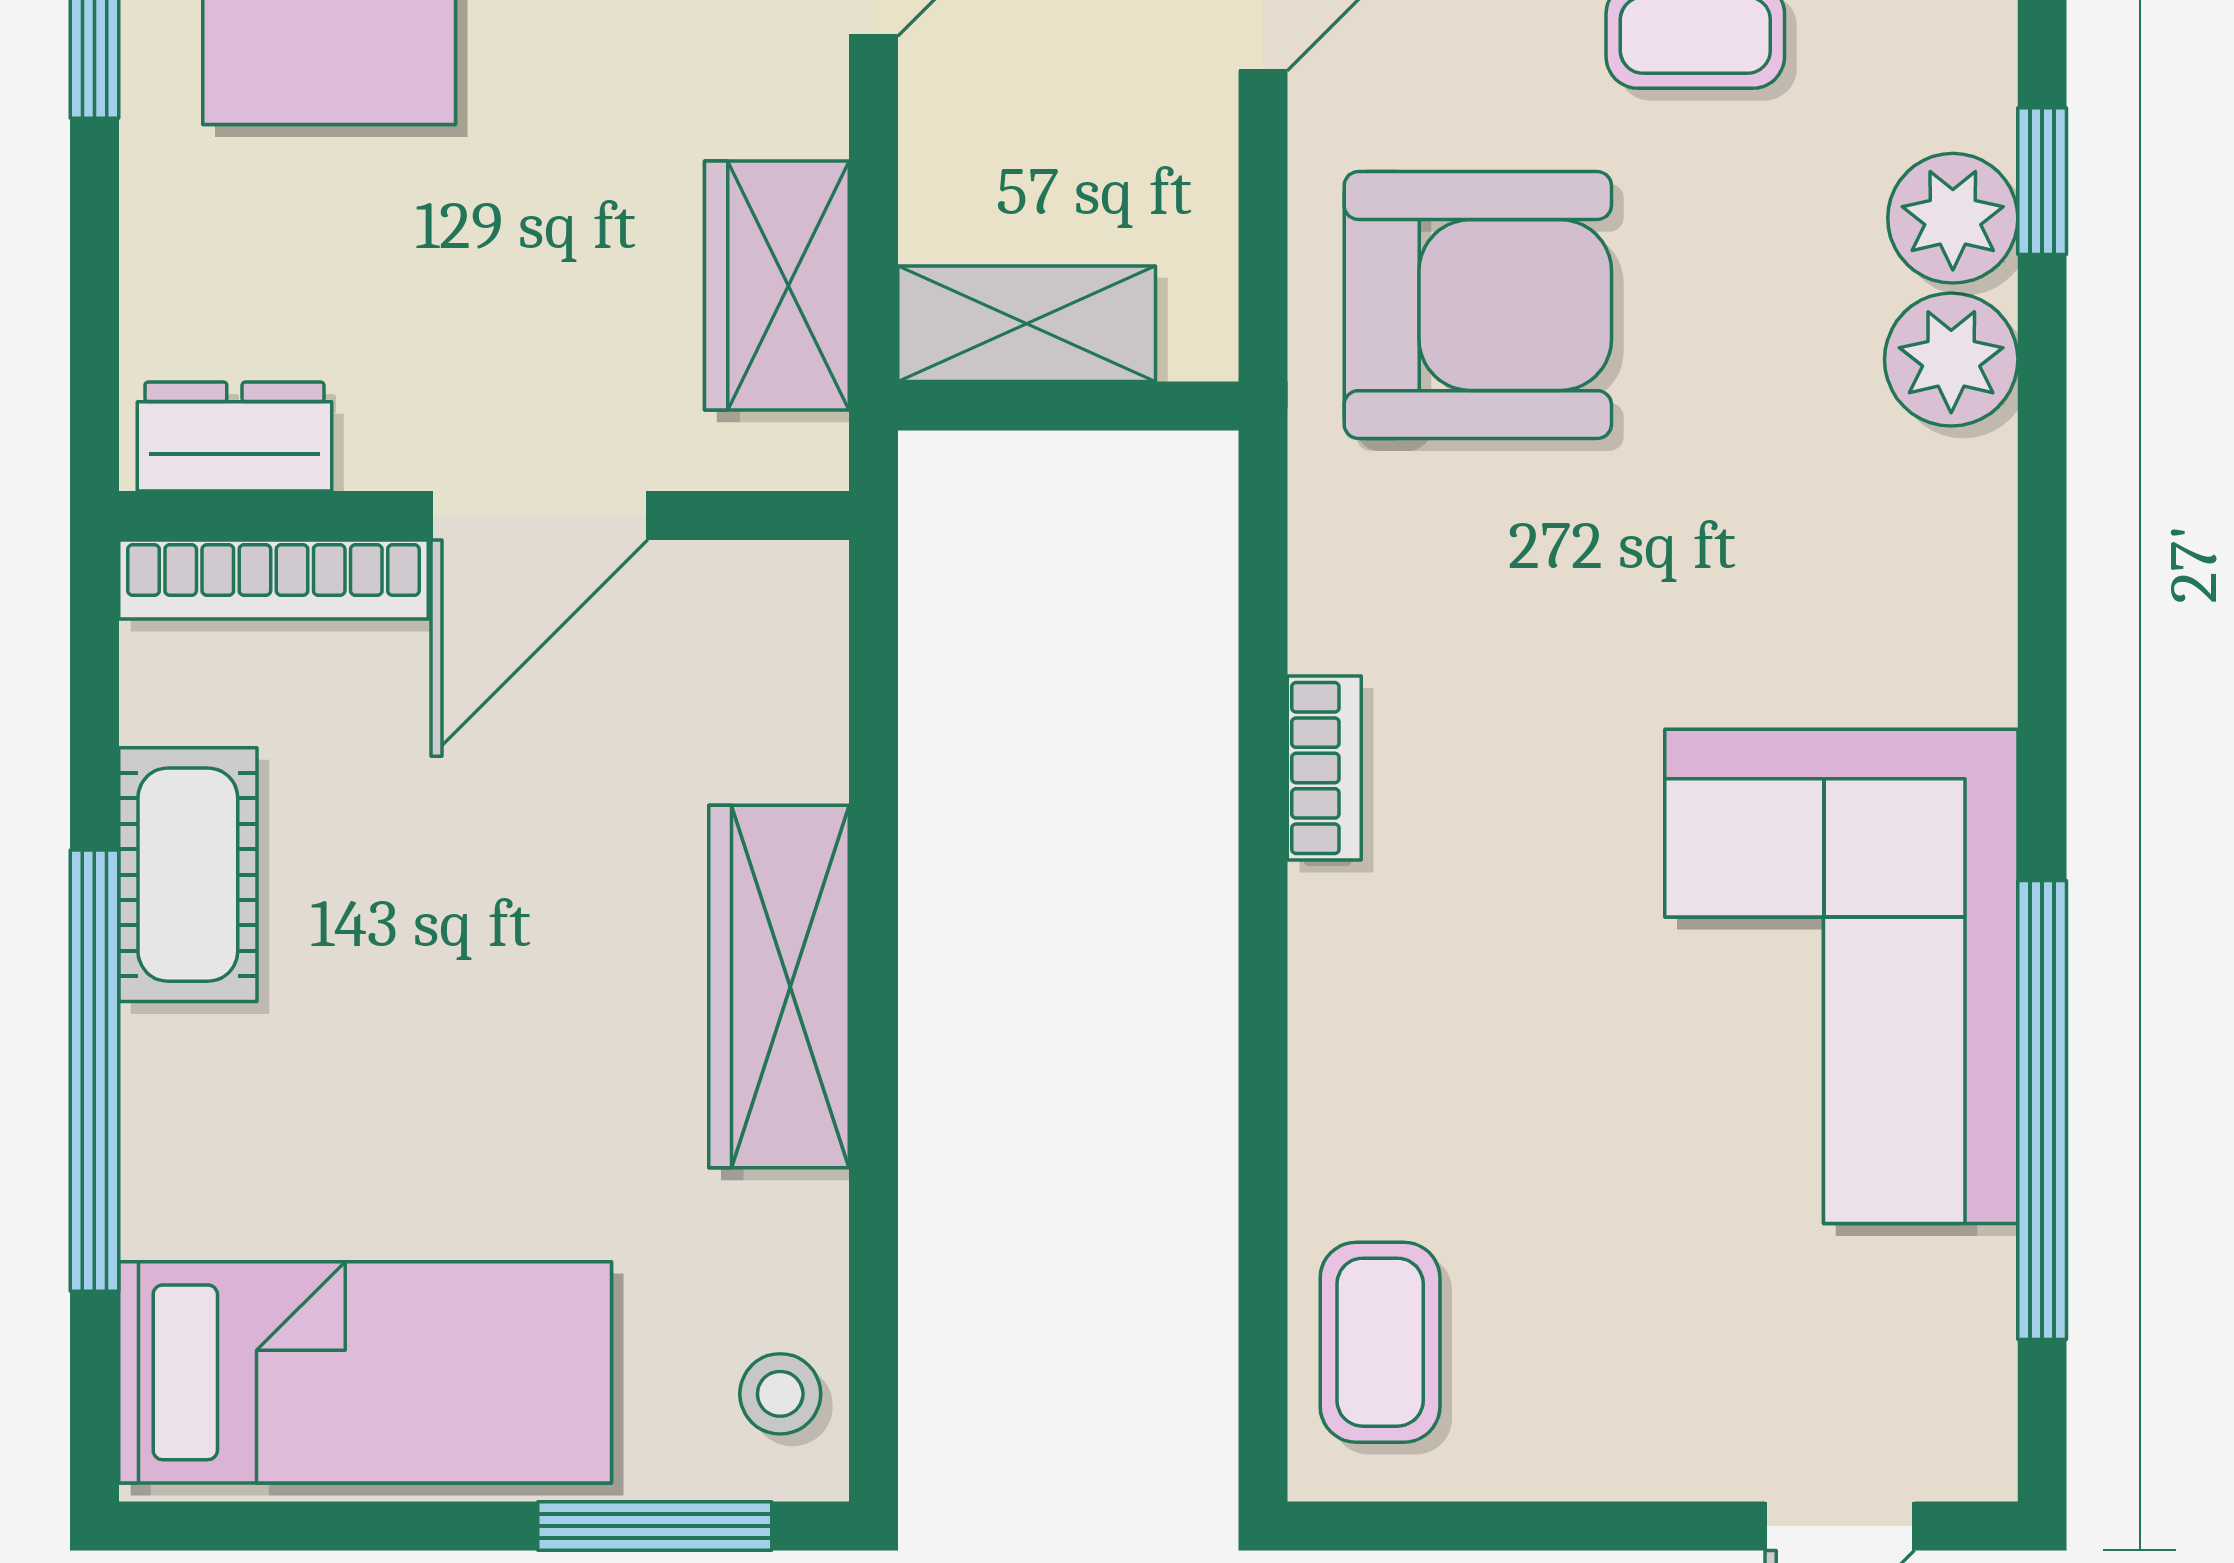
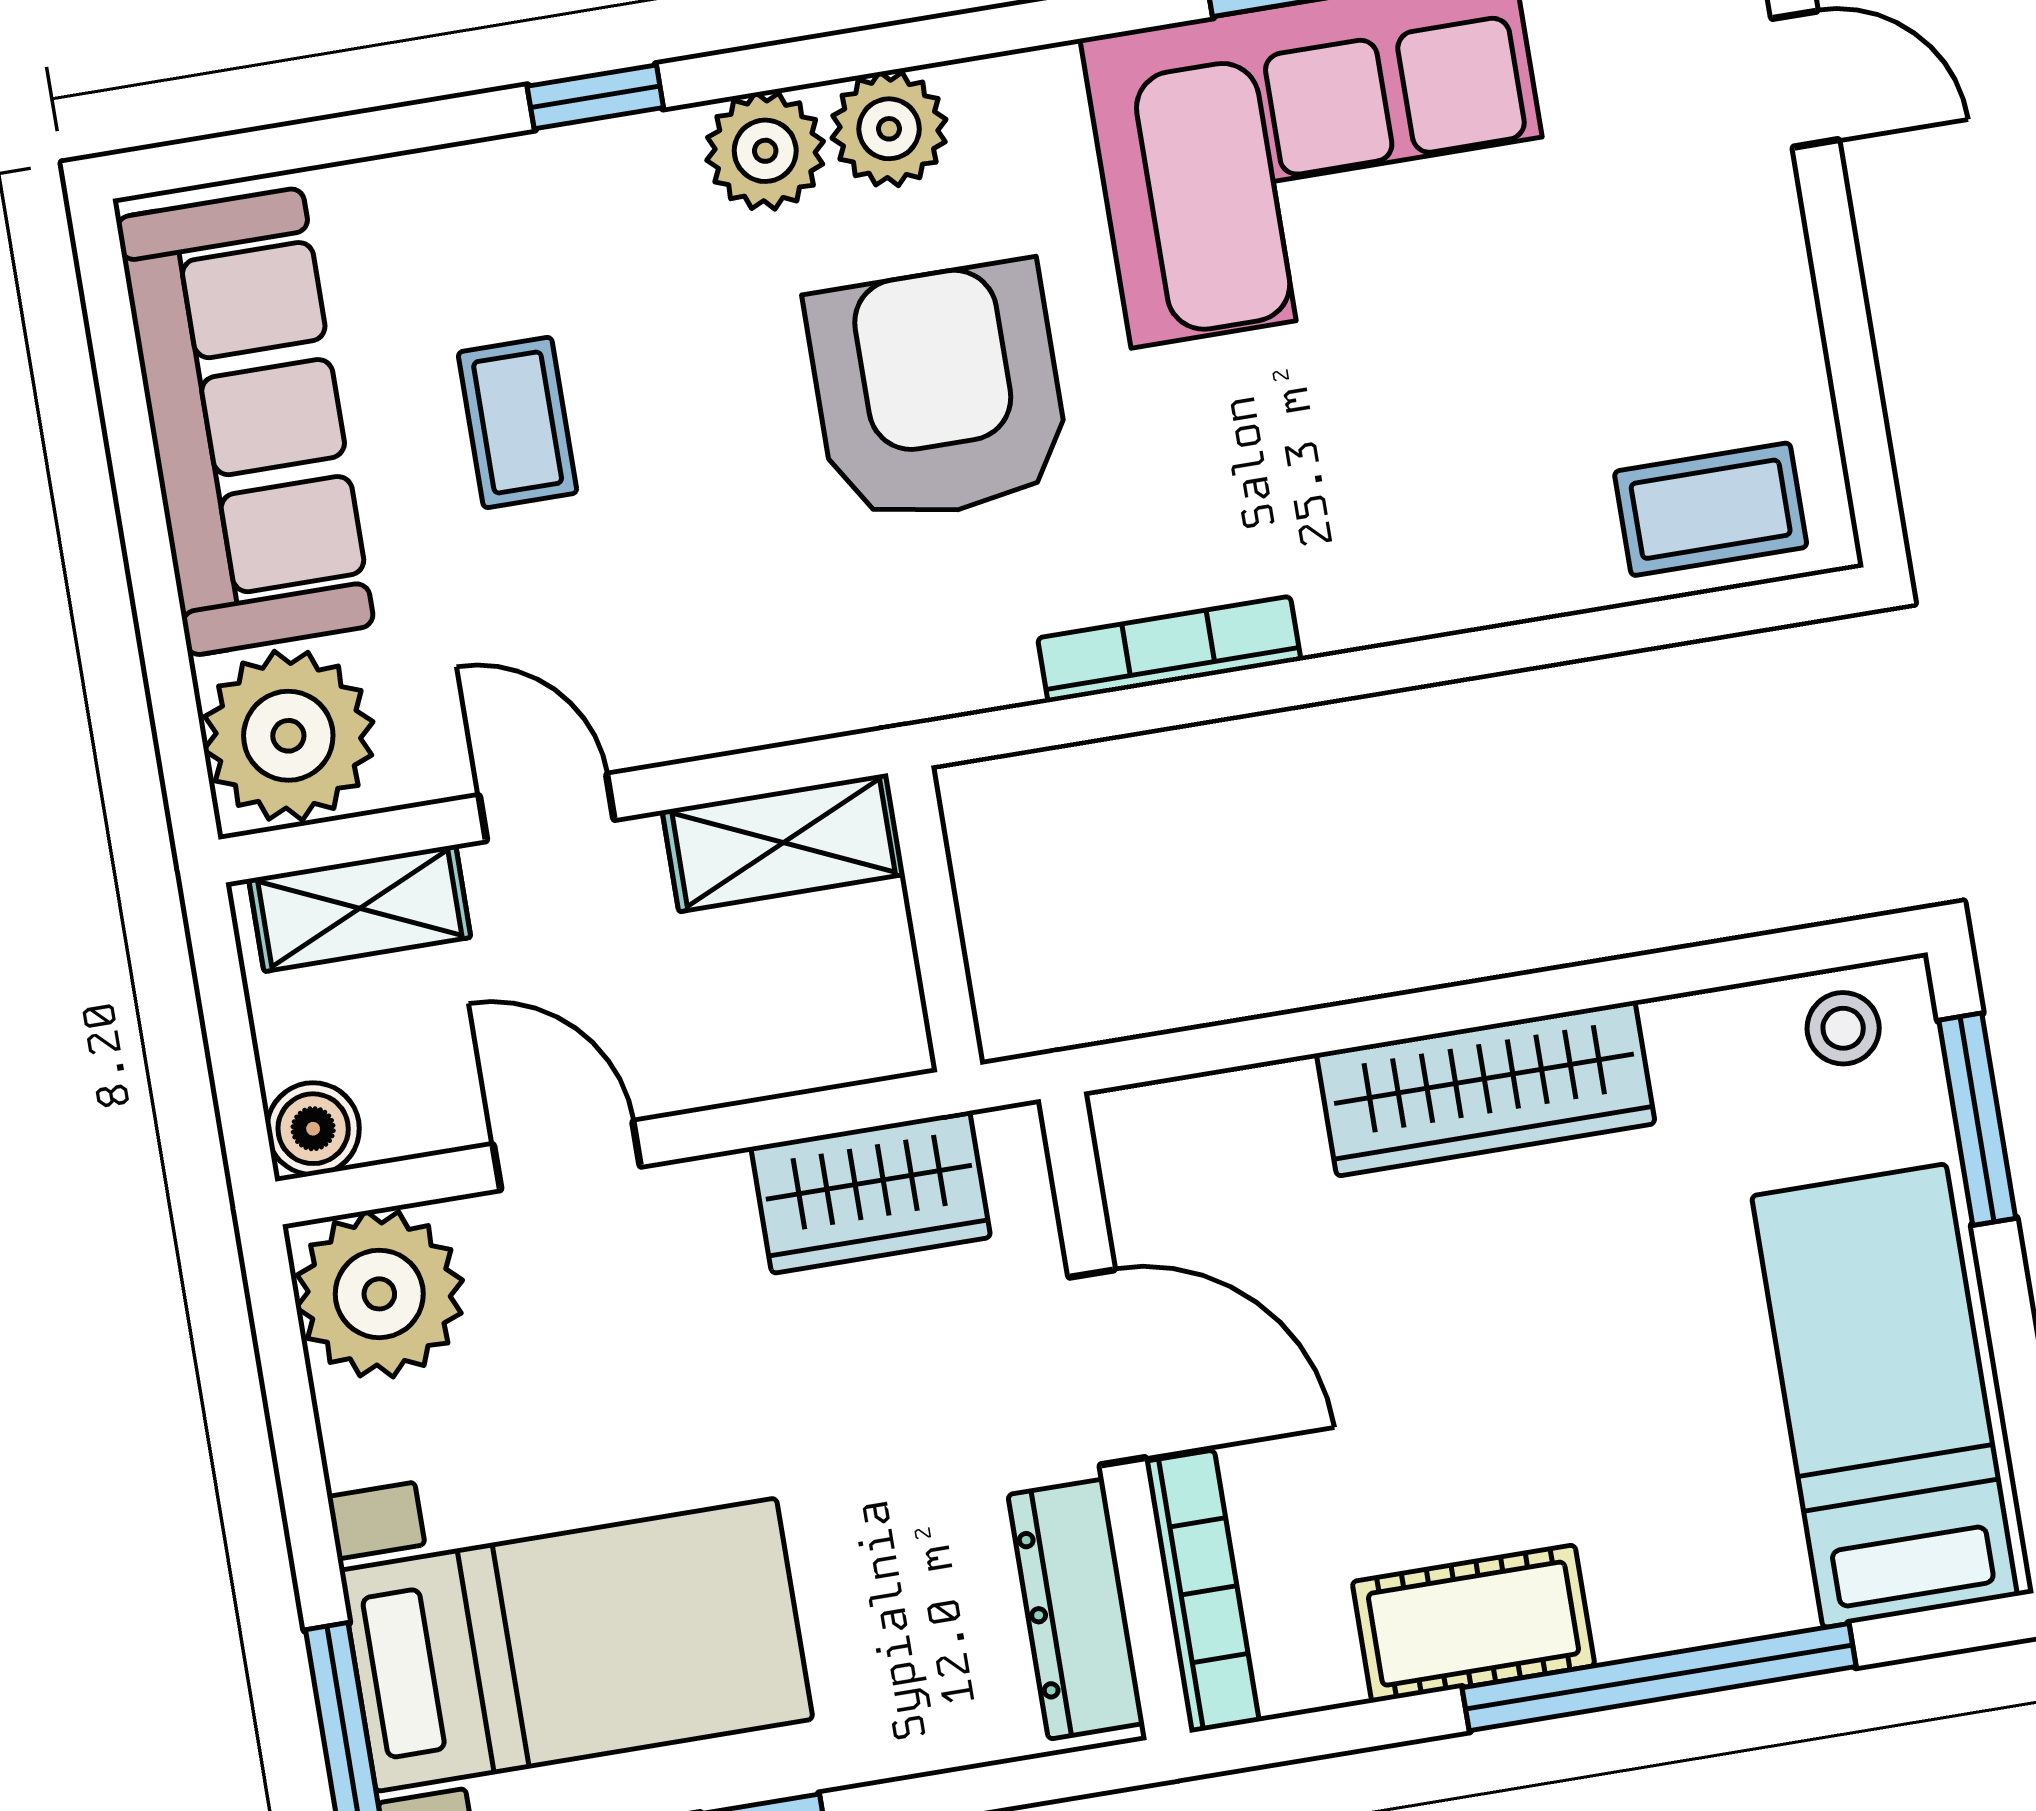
plant: (1953, 218) -> (889, 129), moved
armchair: (1478, 305) -> (938, 393), moved
shelving: (1027, 324) -> (783, 842), moved, turned 90
dresser: (234, 437) -> (1076, 1609), width x1.44
bookcase: (1324, 768) -> (1169, 649), width x1.56

